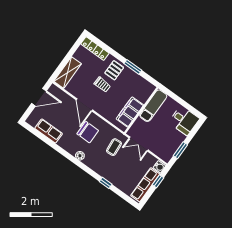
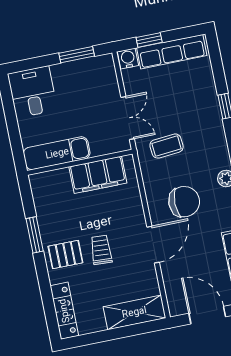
chair: (88, 132) -> (184, 202), turned 90

